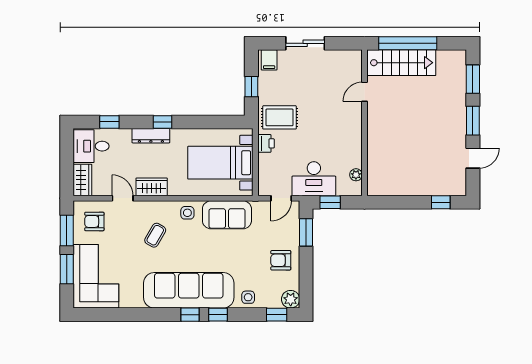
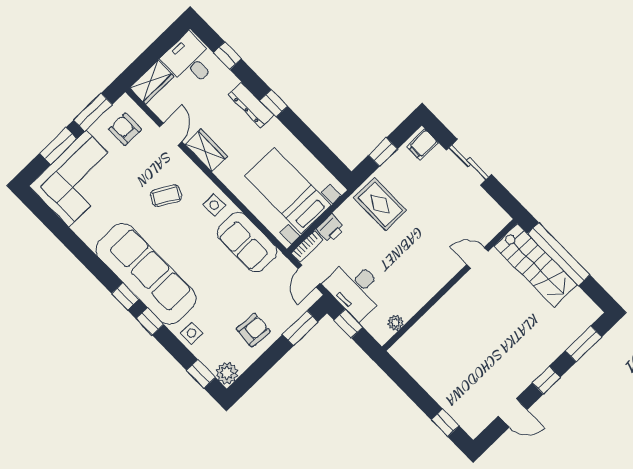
window: (473, 121) -> (546, 380), width x0.67
printer: (266, 143) -> (331, 229), moved
bookcase: (263, 183) -> (307, 246), added
door: (281, 198) -> (309, 276), hinge flipped
armchair: (281, 260) -> (253, 330), turned 94

